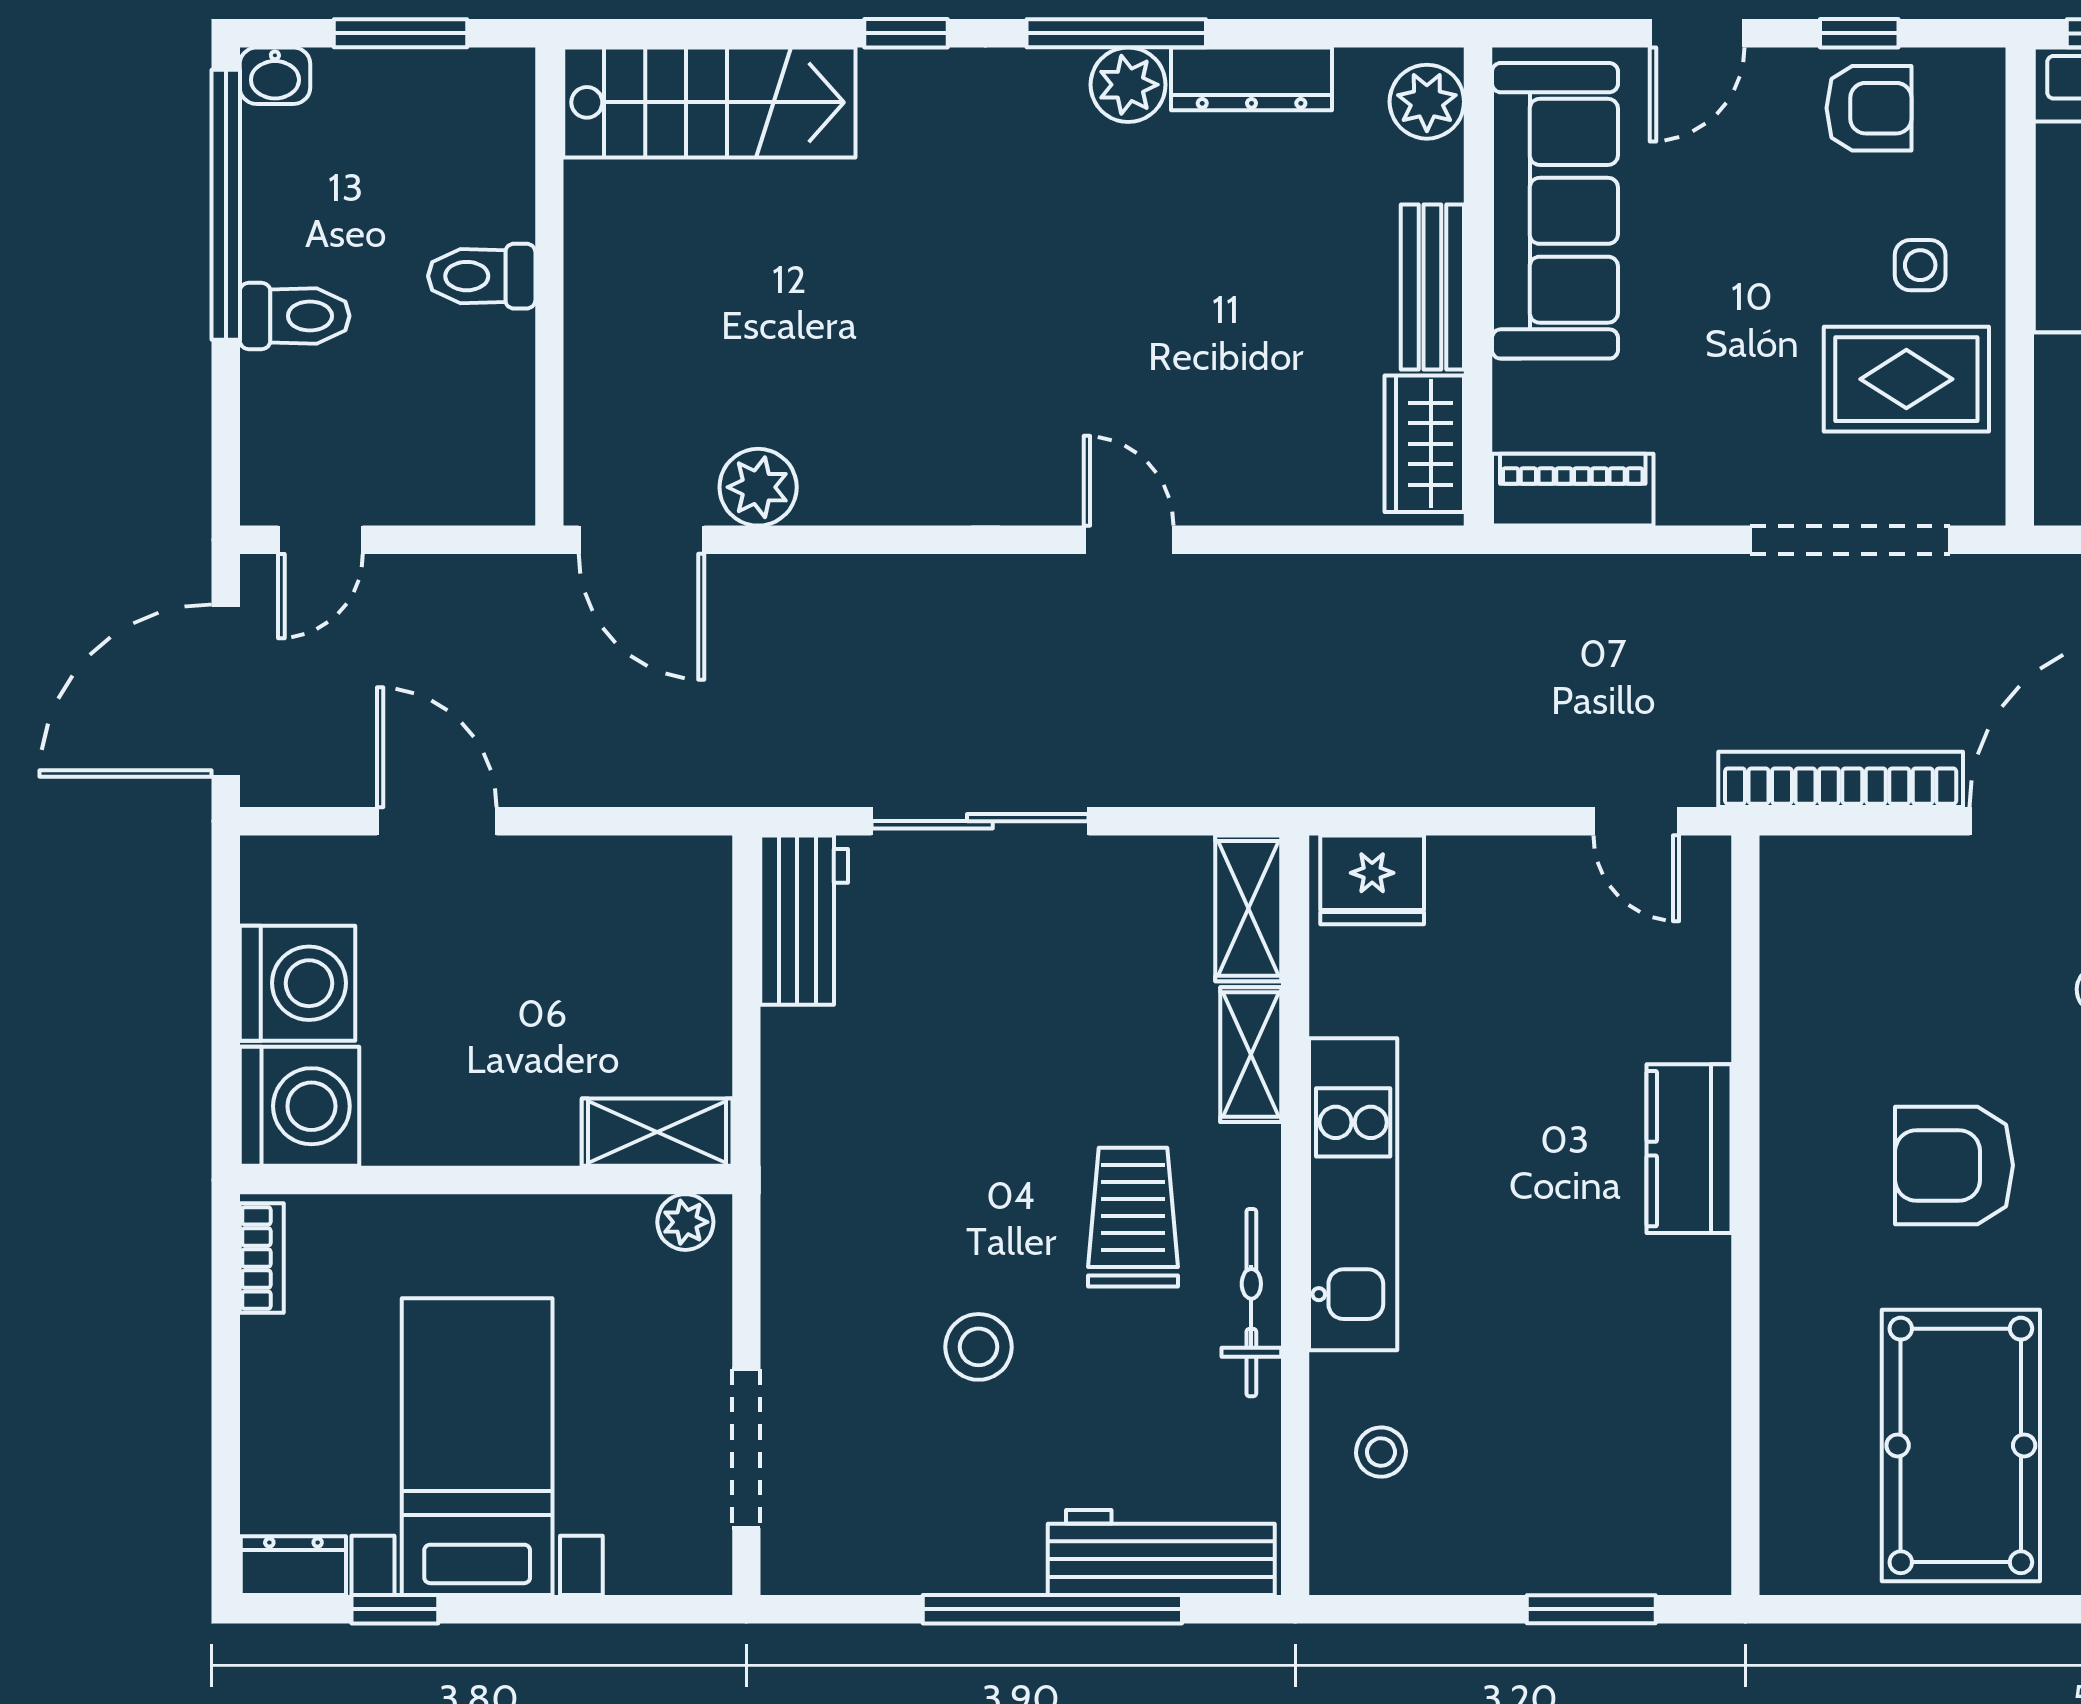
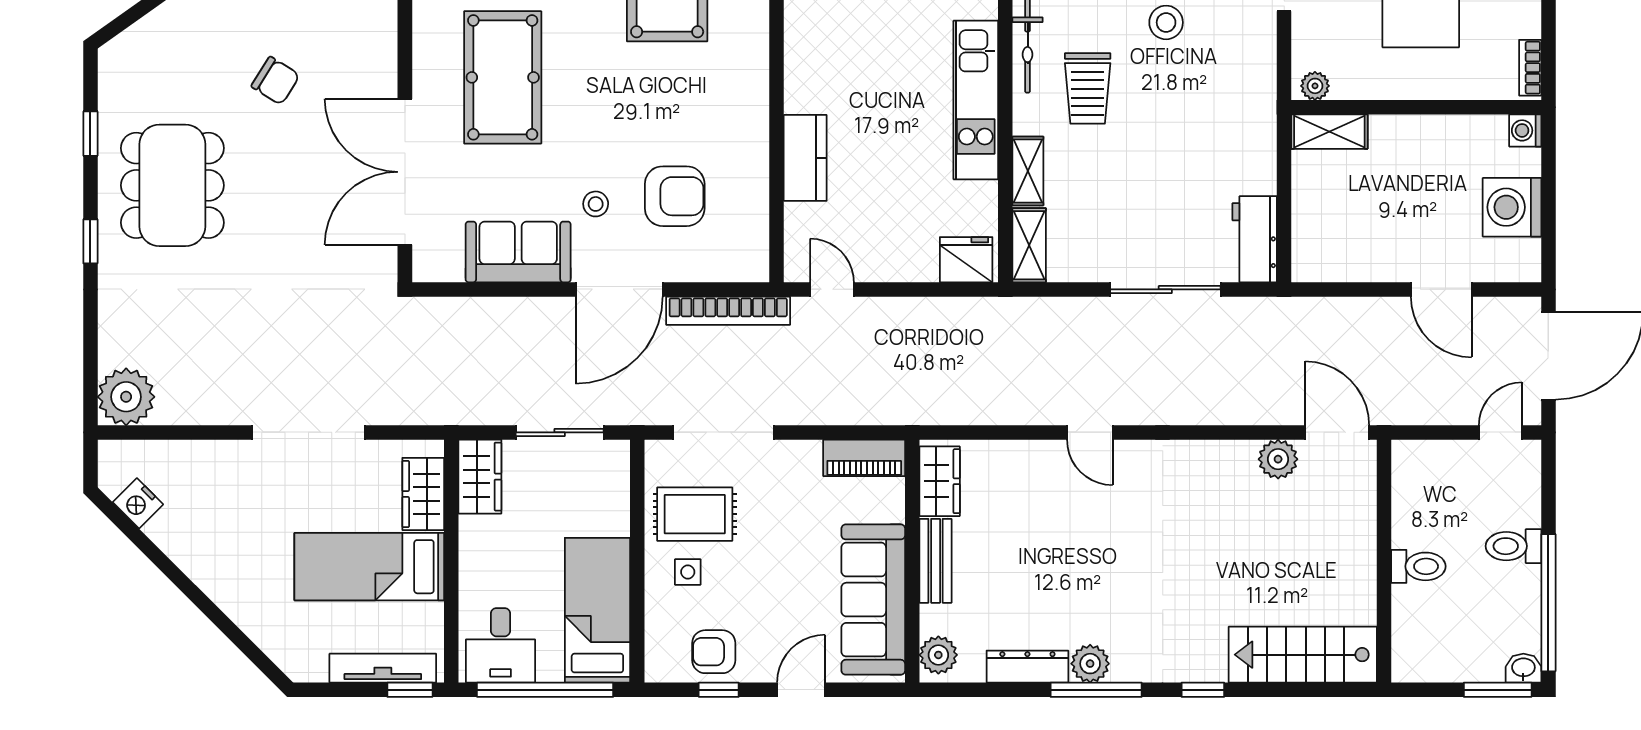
window: (400, 33) -> (1498, 690), moved
washing machine: (300, 1106) -> (1525, 130), width x0.53, depth x0.53
kitchen counter: (1689, 1149) -> (805, 158), moved
armchair: (1954, 1165) -> (675, 196), moved

